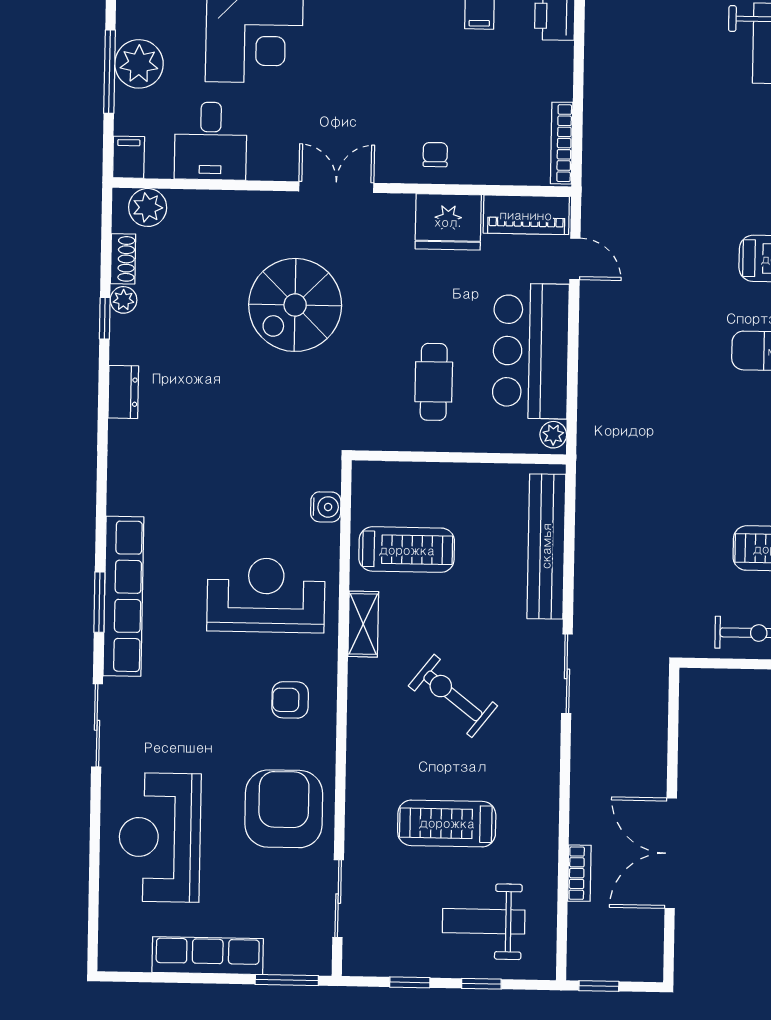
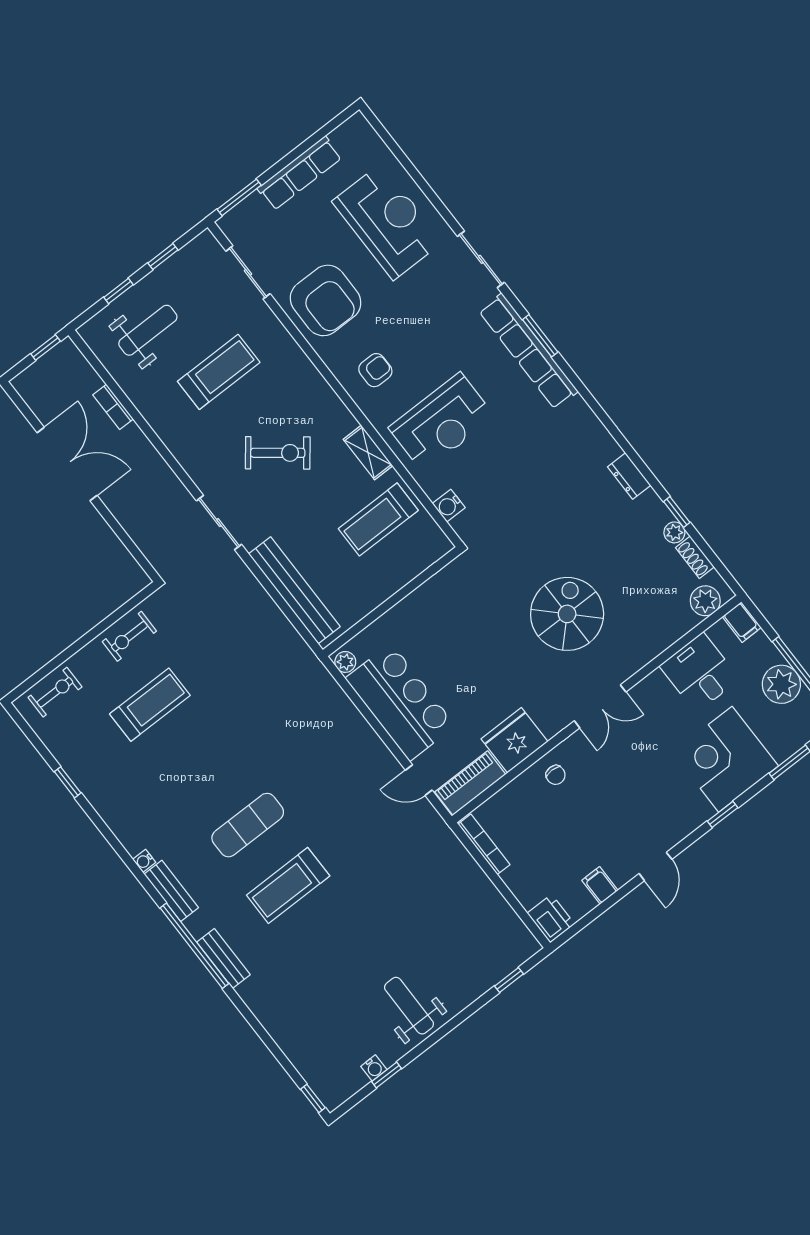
cafe table: (434, 382) -> (444, 635), removed

